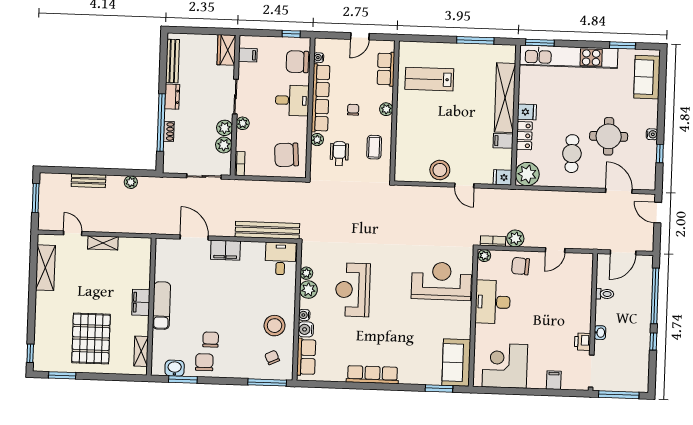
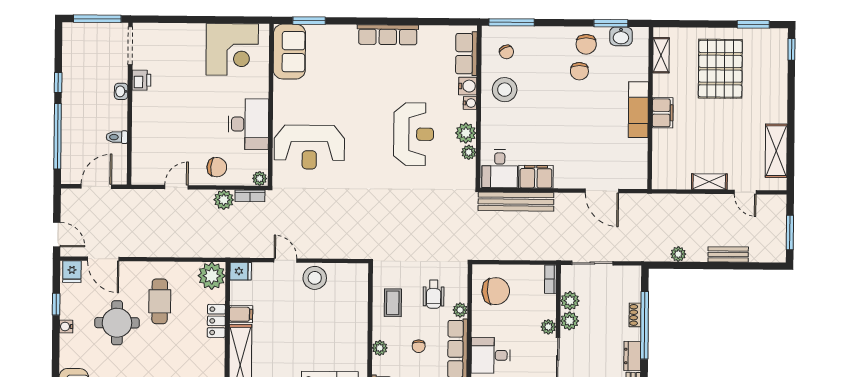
fridge: (527, 112) -> (72, 272), moved, turned -90
filing cabinet: (225, 250) -> (536, 177), moved
filing cabinet: (554, 380) -> (174, 34), removed

